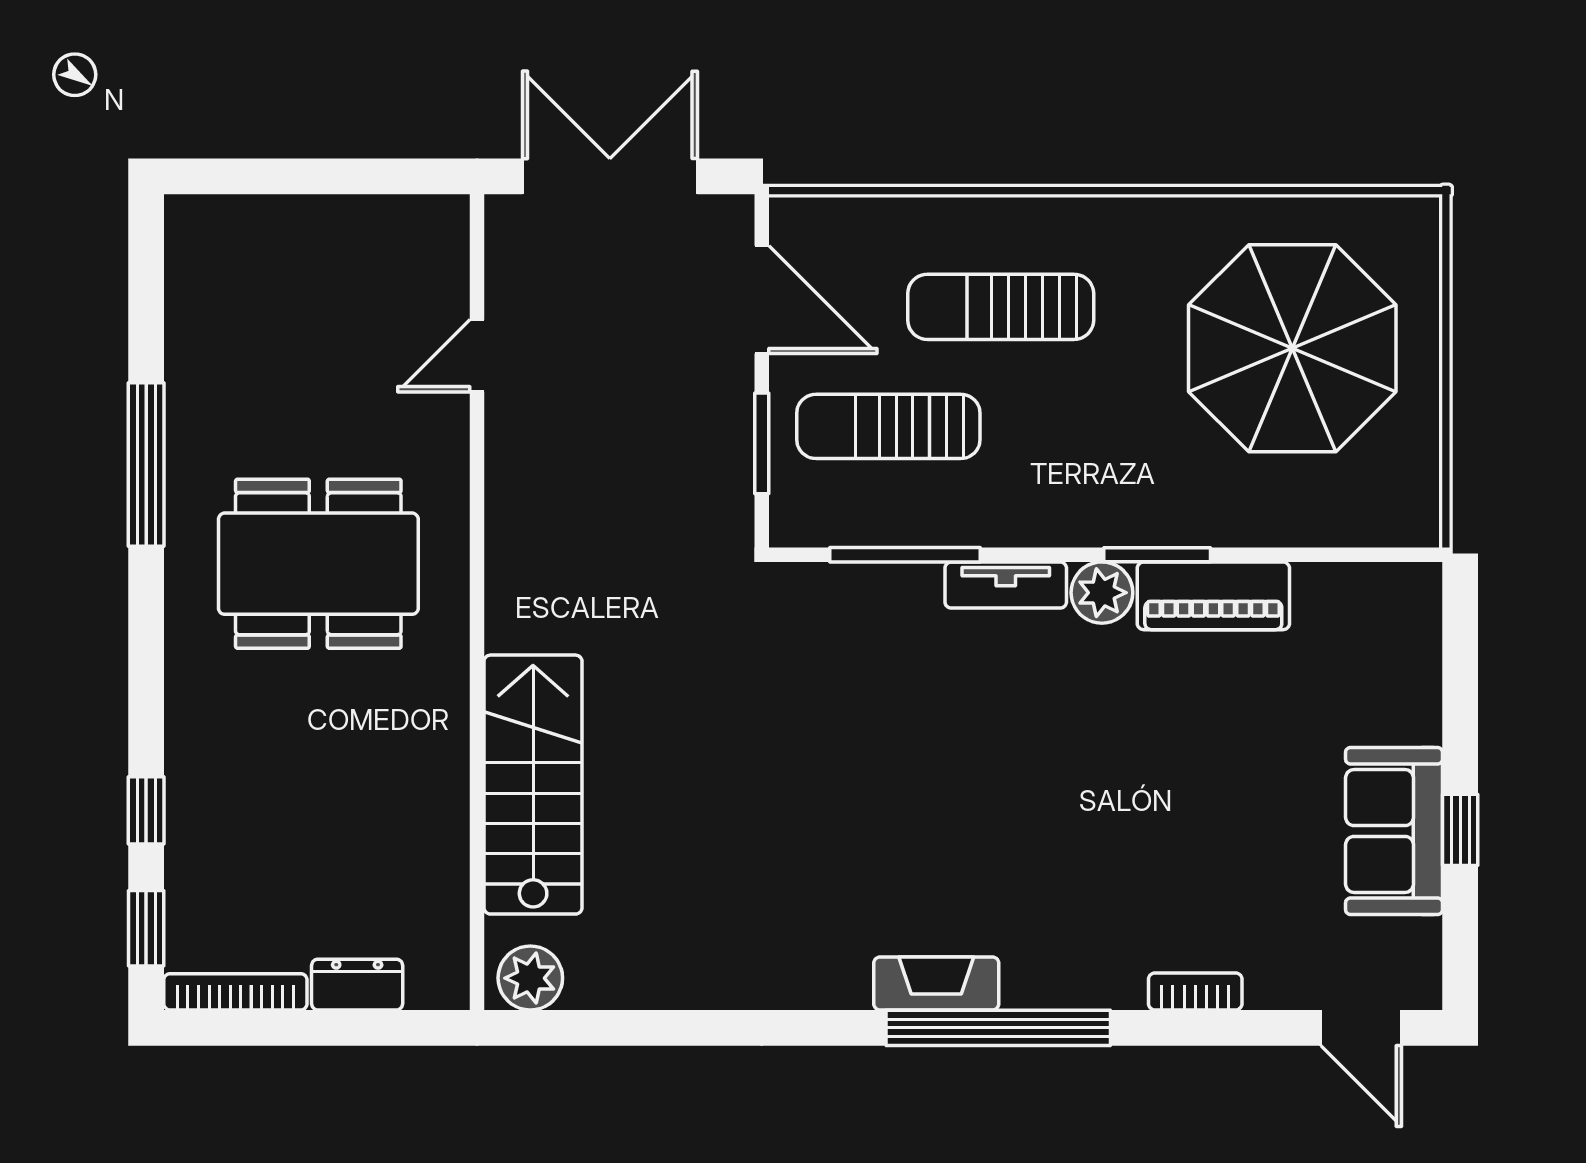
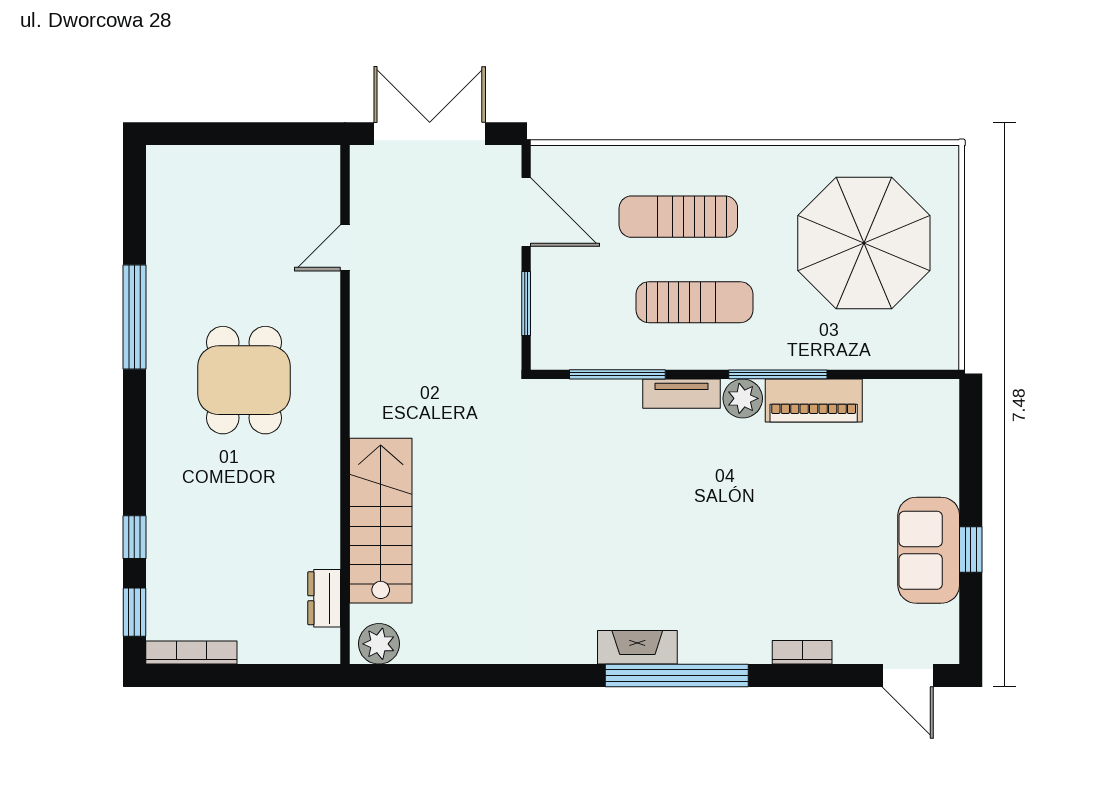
sun lounger: (888, 426) -> (694, 302), moved, turned 180
window: (1157, 555) -> (778, 374), width x1.44
dining table: (318, 564) -> (244, 380), width x0.73
dresser: (357, 985) -> (324, 598), moved, turned -90

